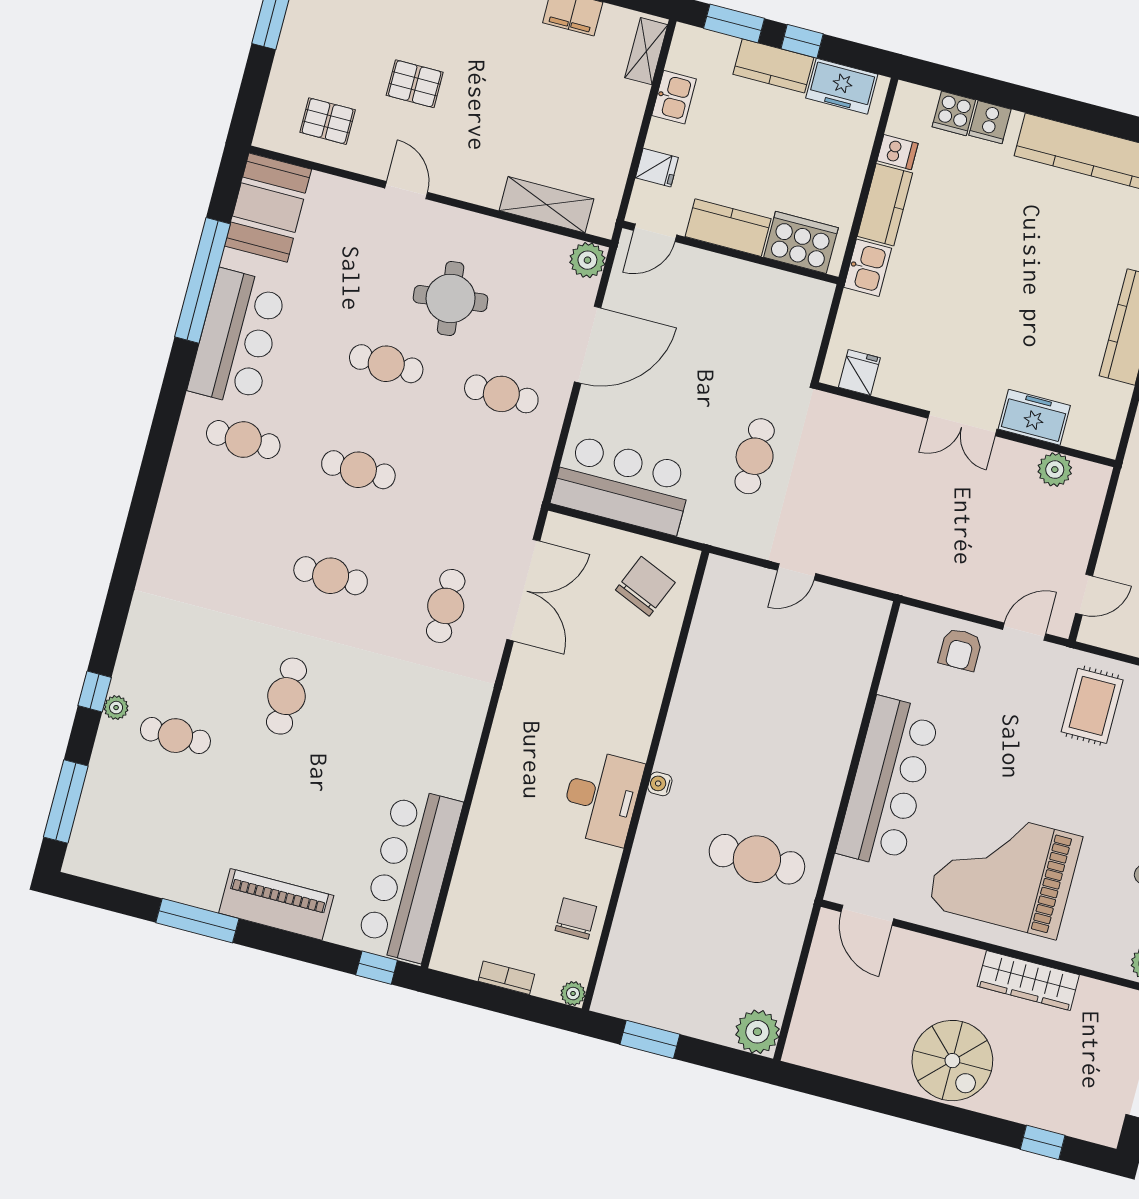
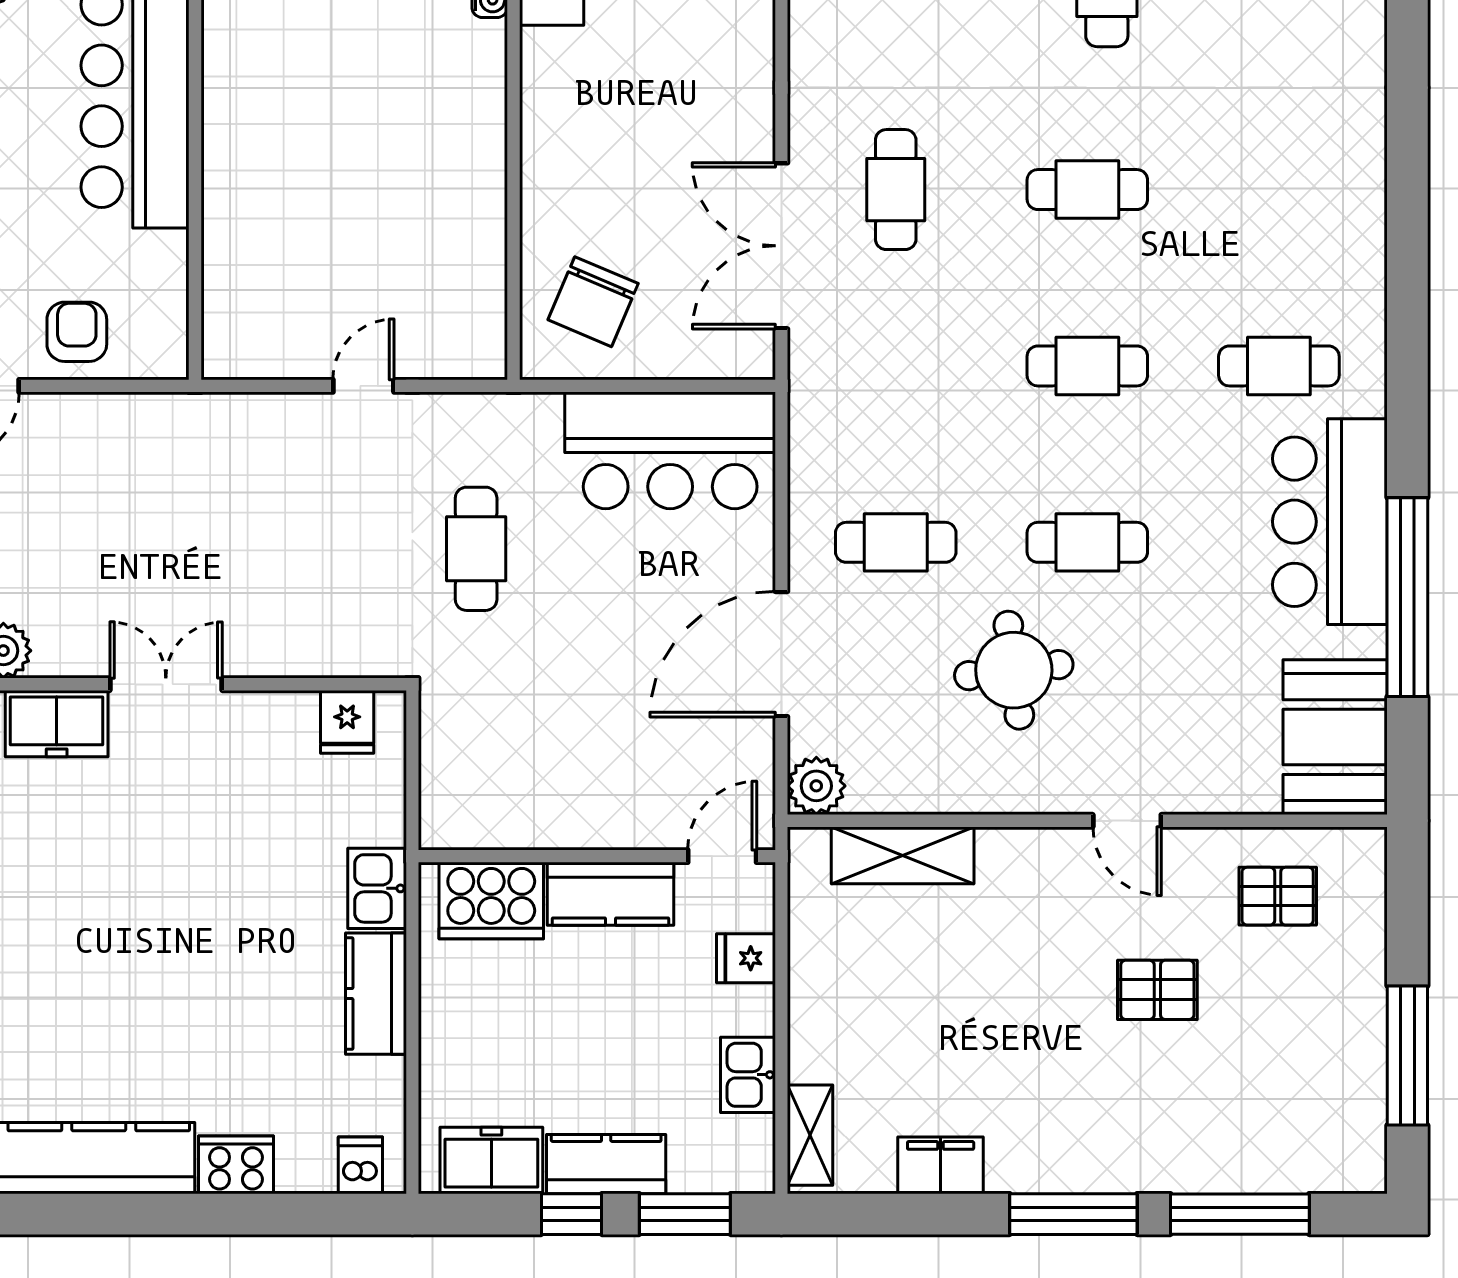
cooker: (954, 113) -> (306, 1164), removed
cooker: (990, 122) -> (236, 1165), width x1.36
dishwasher: (897, 152) -> (360, 1165), moved, turned 90

